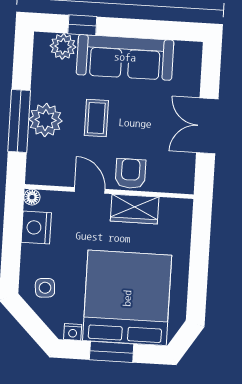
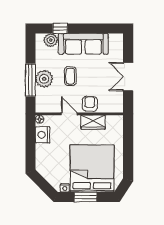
side table: (45, 288) -> (49, 166), removed

